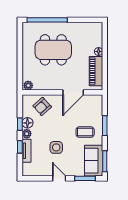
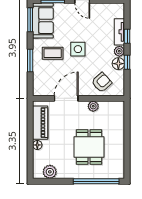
plant: (88, 28) -> (50, 172), added
dining table: (53, 50) -> (89, 147), width x0.73
plant: (28, 85) -> (93, 106), moved
side table: (56, 147) -> (78, 49), moved

